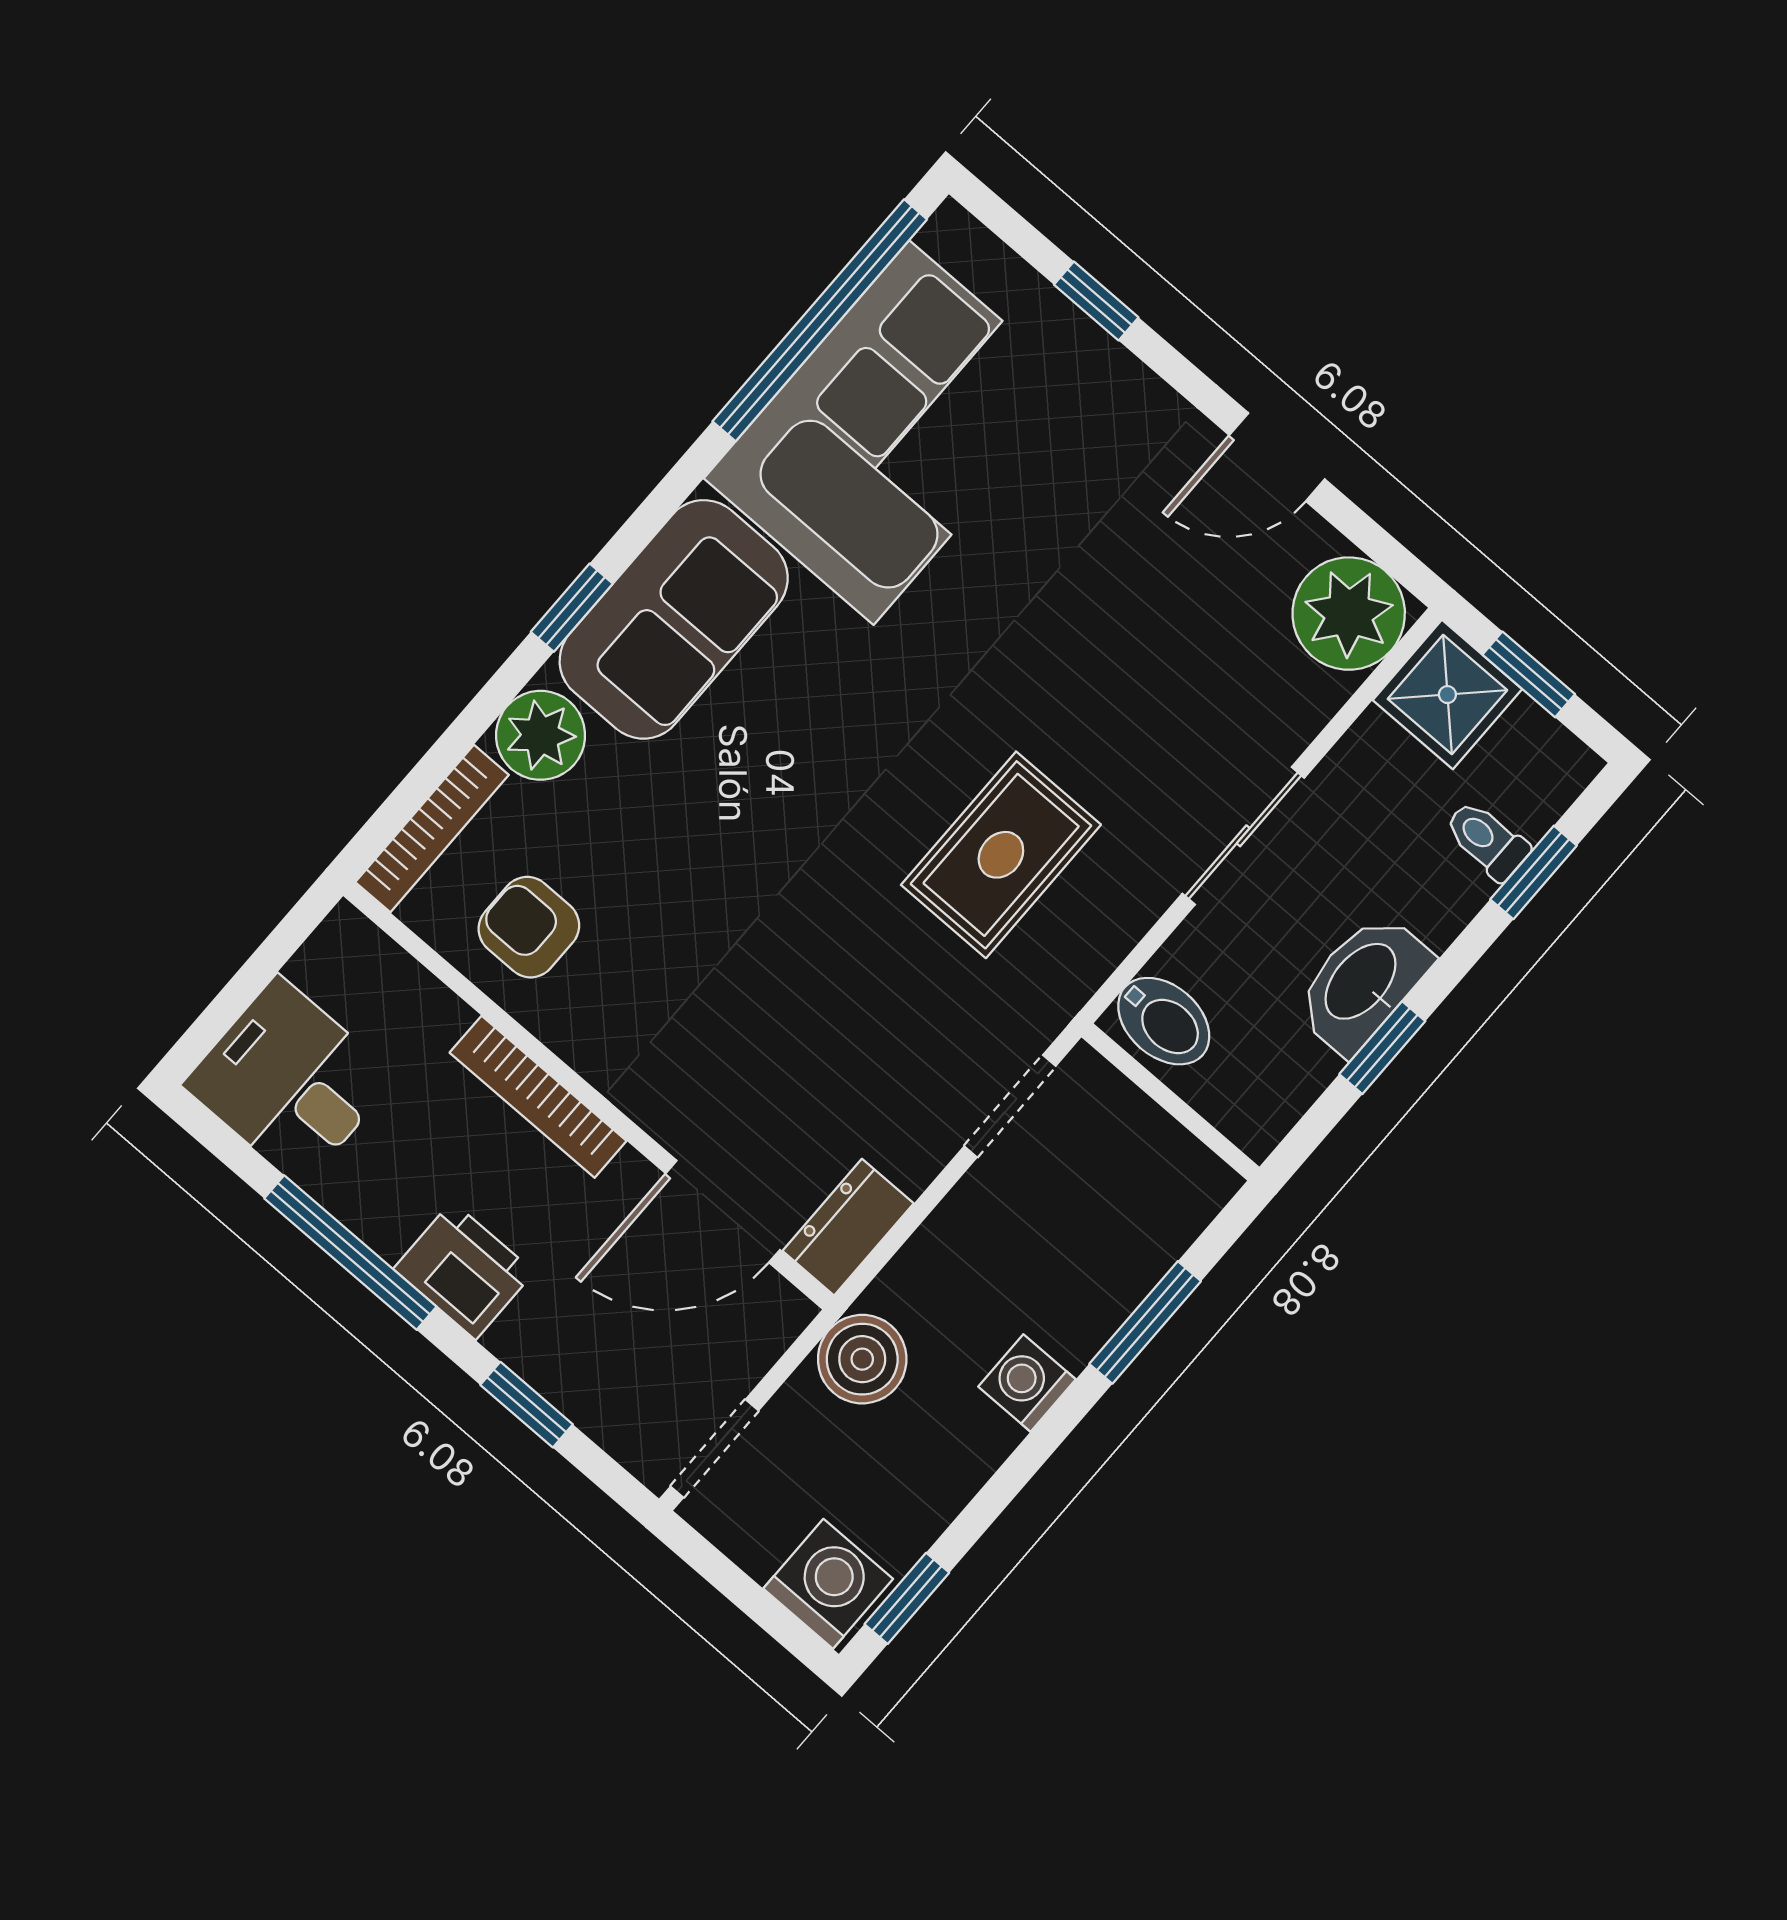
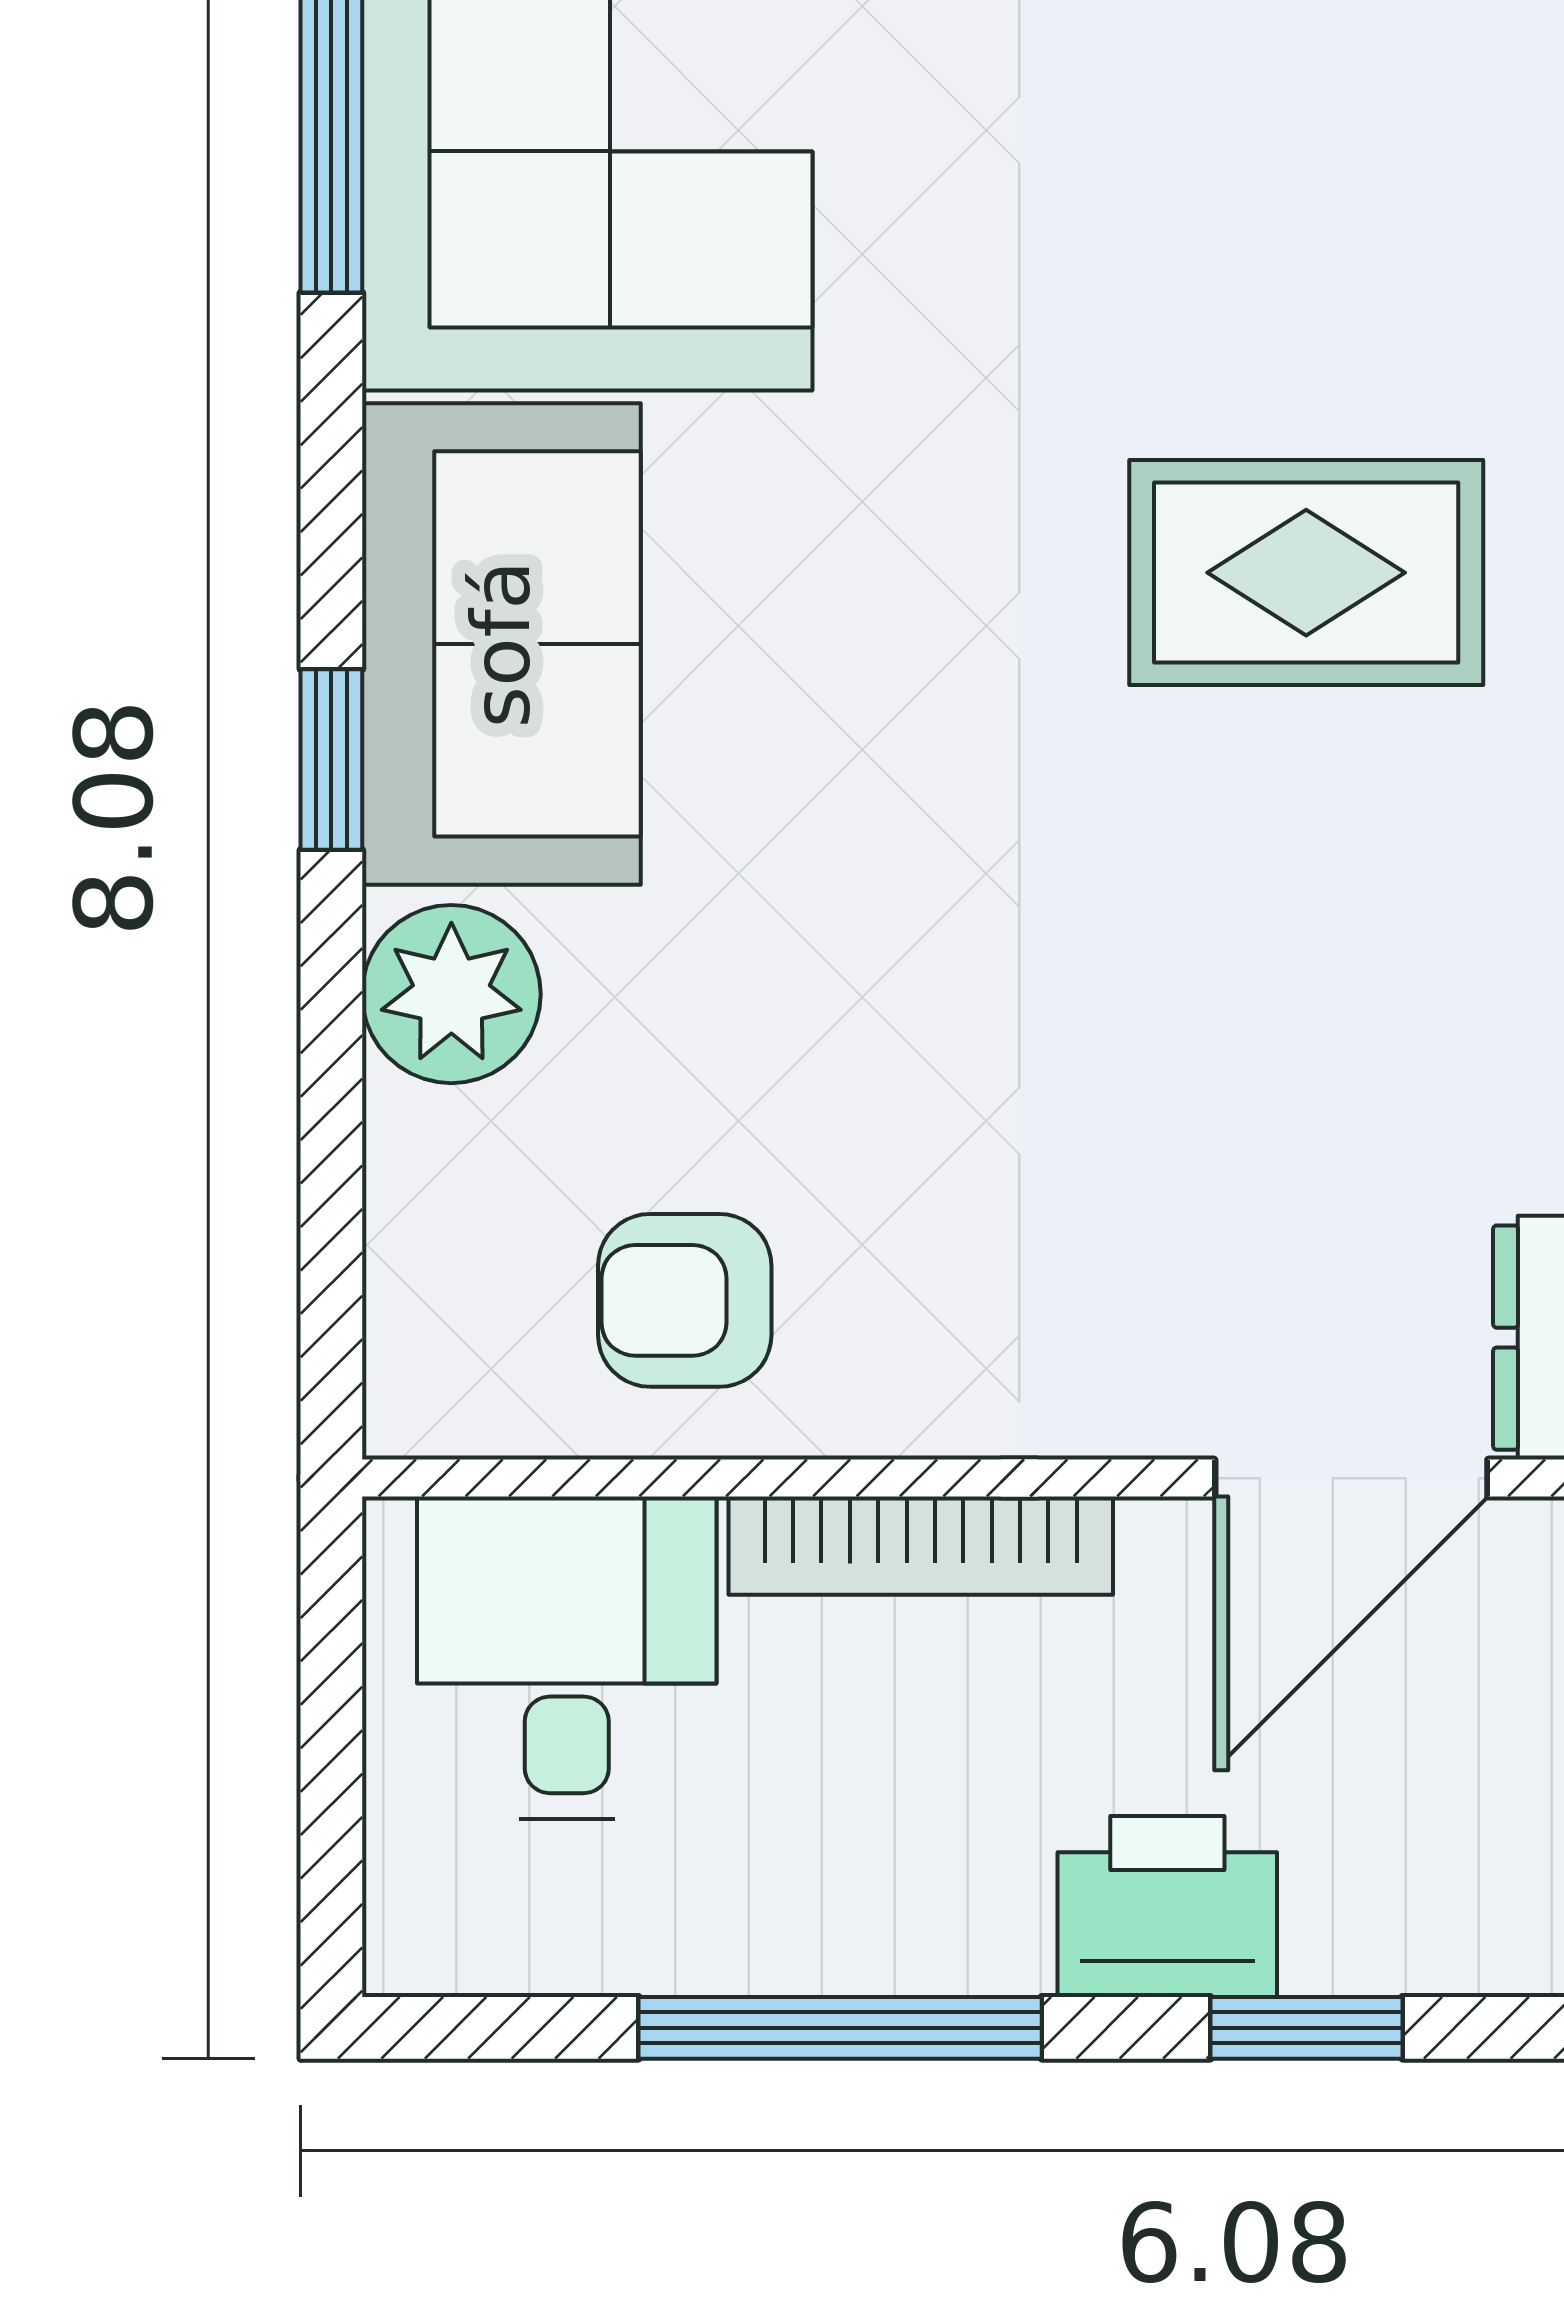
bookcase: (432, 829) -> (409, 1278), removed
rug: (1001, 855) -> (1306, 573), turned 90
desk: (290, 1081) -> (567, 1658), moved, turned 90
printer: (464, 1270) -> (1167, 1906), moved

